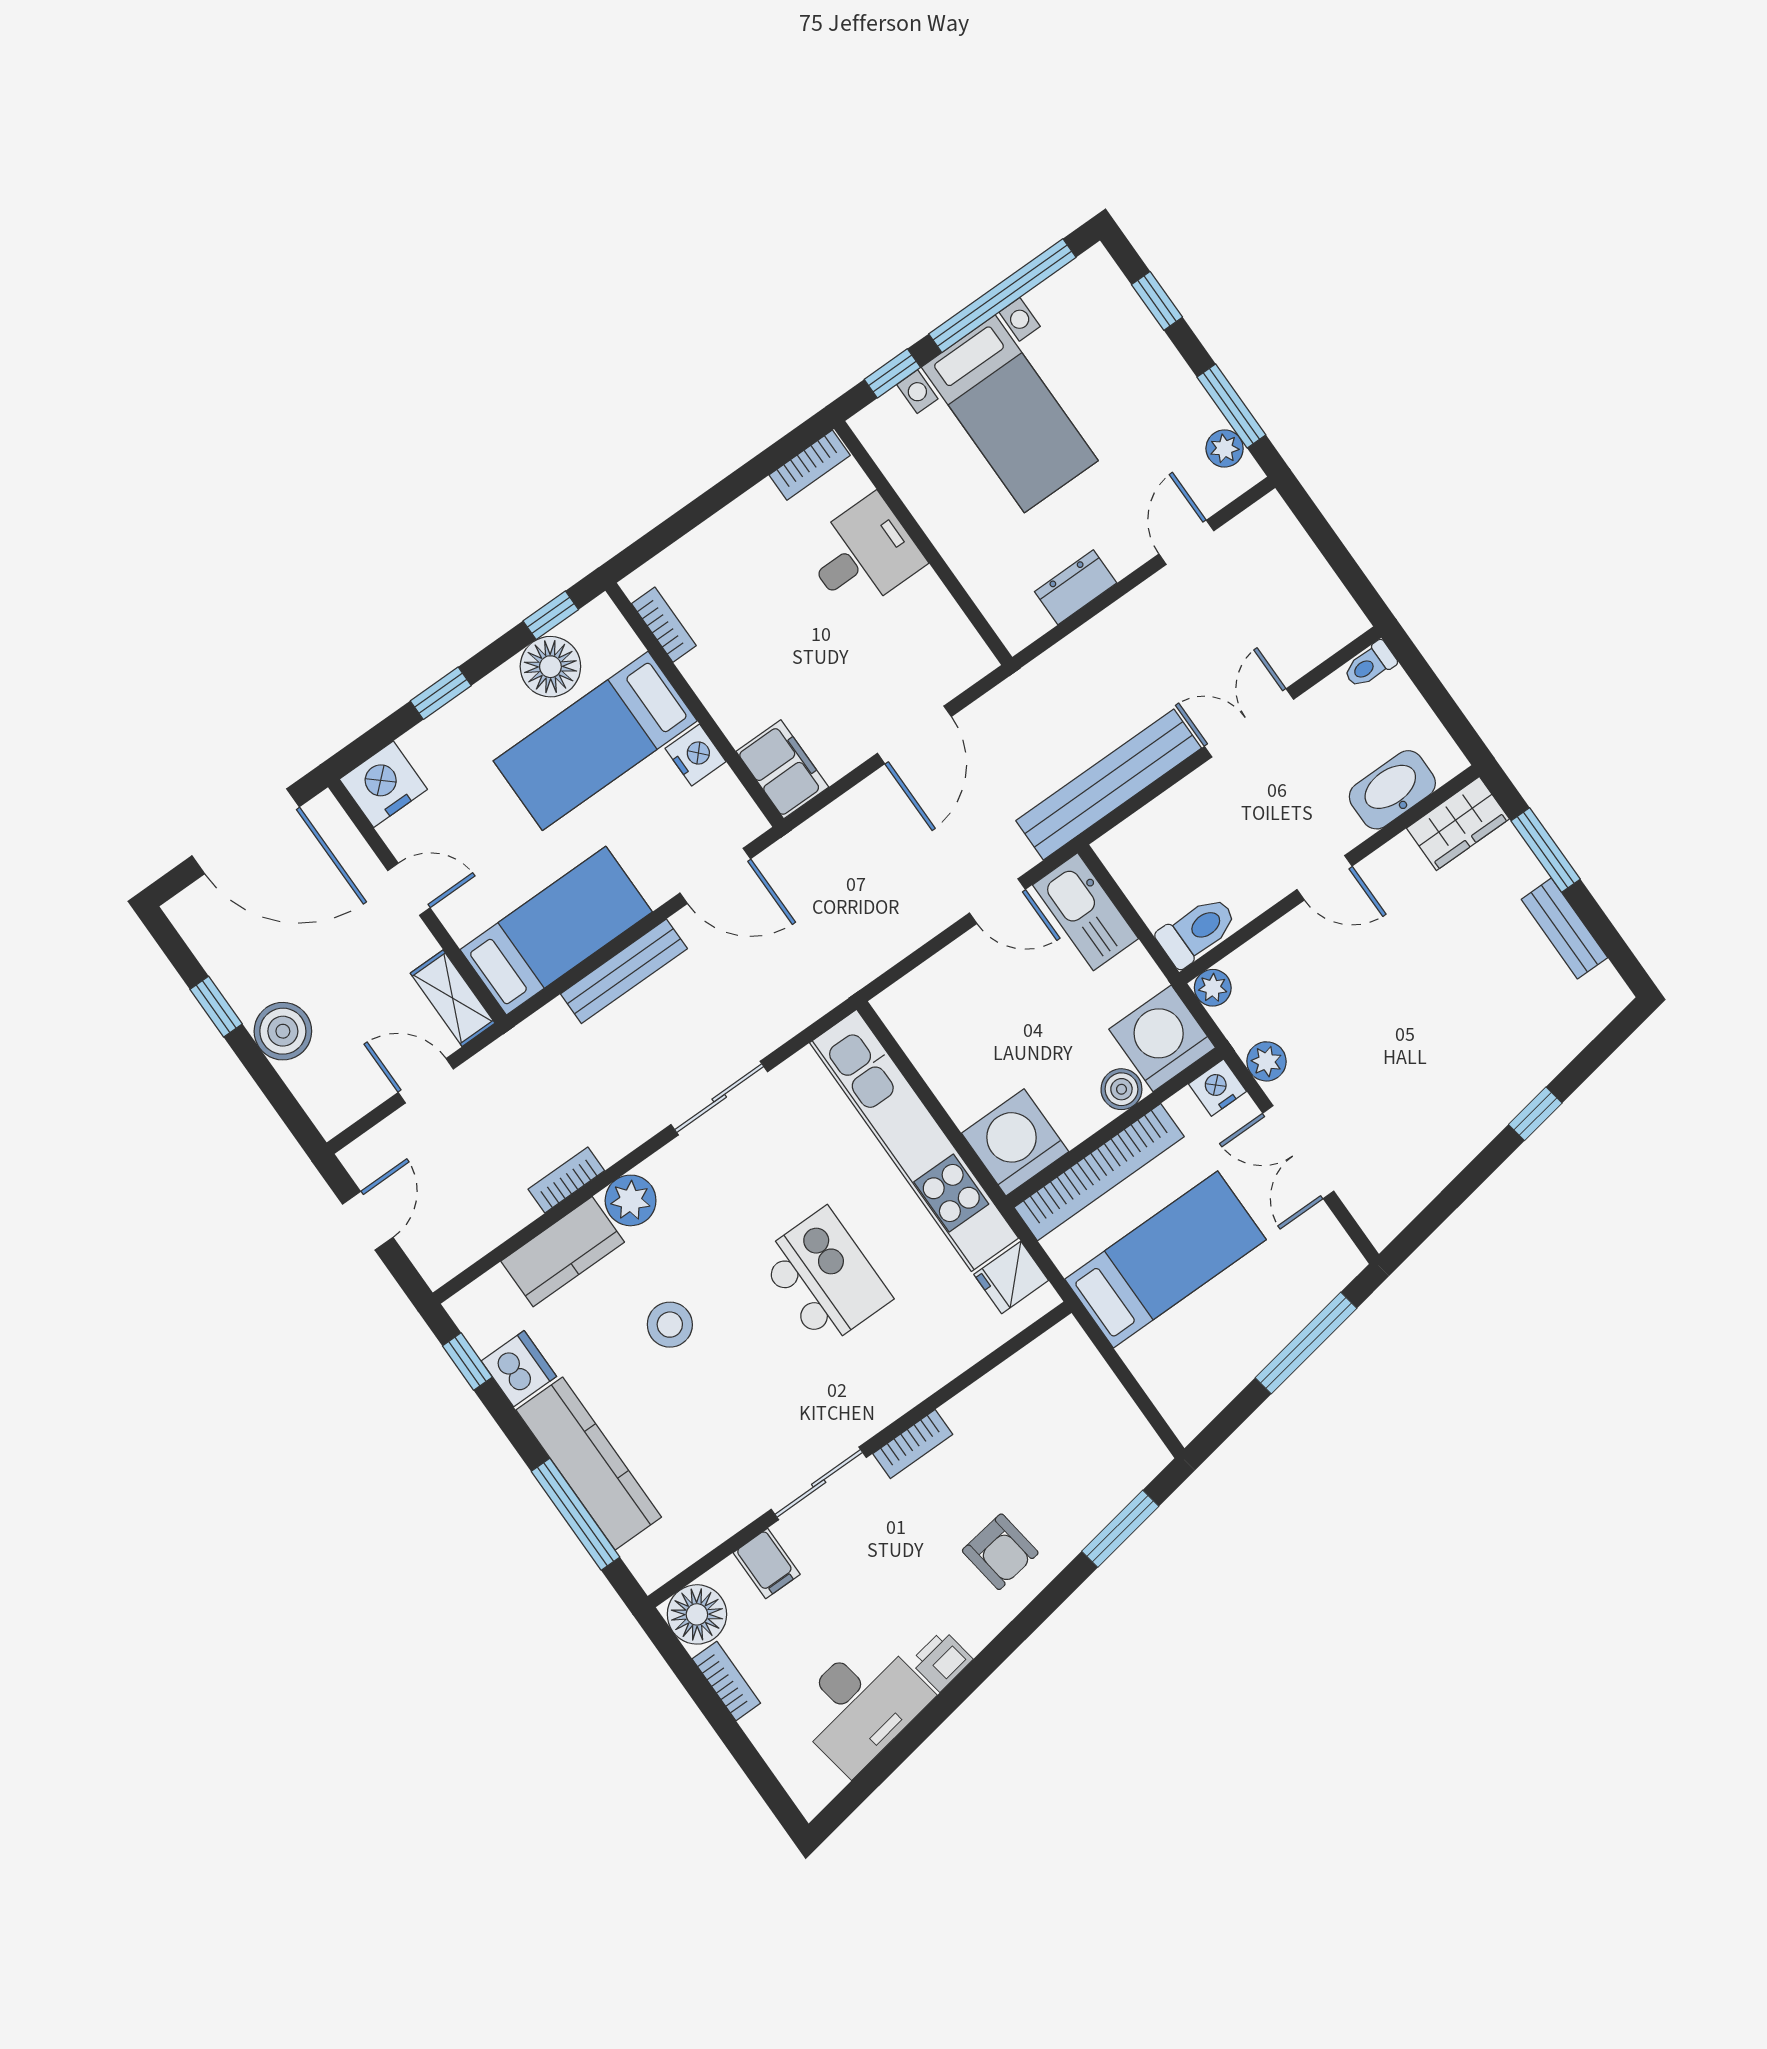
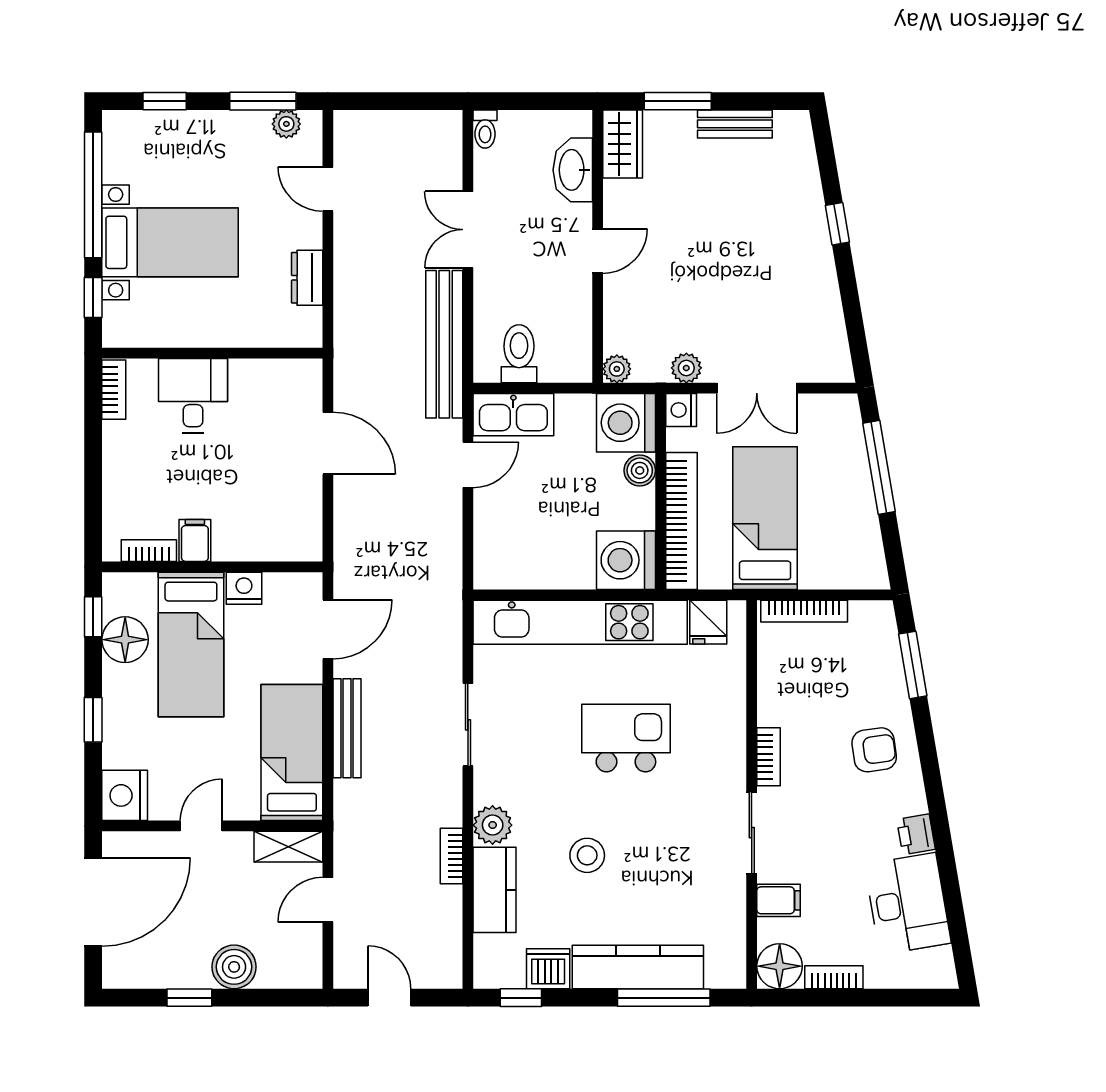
filing cabinet: (782, 769) -> (195, 541), moved, width x0.50
toilet: (1197, 931) -> (519, 354), moved
bookcase: (1095, 1372) -> (804, 611), added

